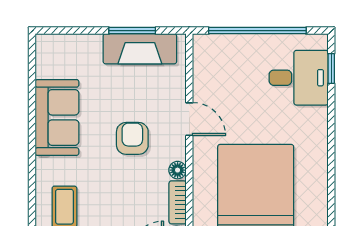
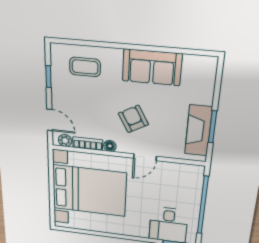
armchair: (132, 138) -> (133, 119), turned -119

